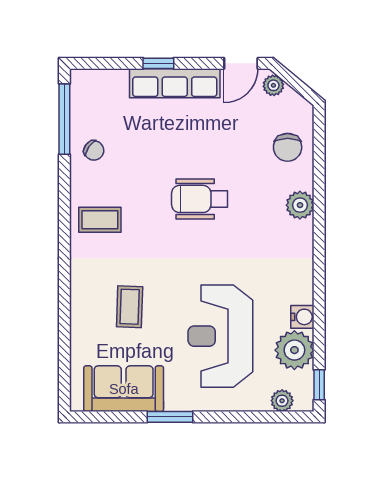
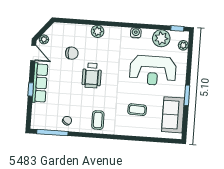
chair: (288, 147) -> (72, 53), moved
water cooler: (302, 317) -> (136, 33), moved

